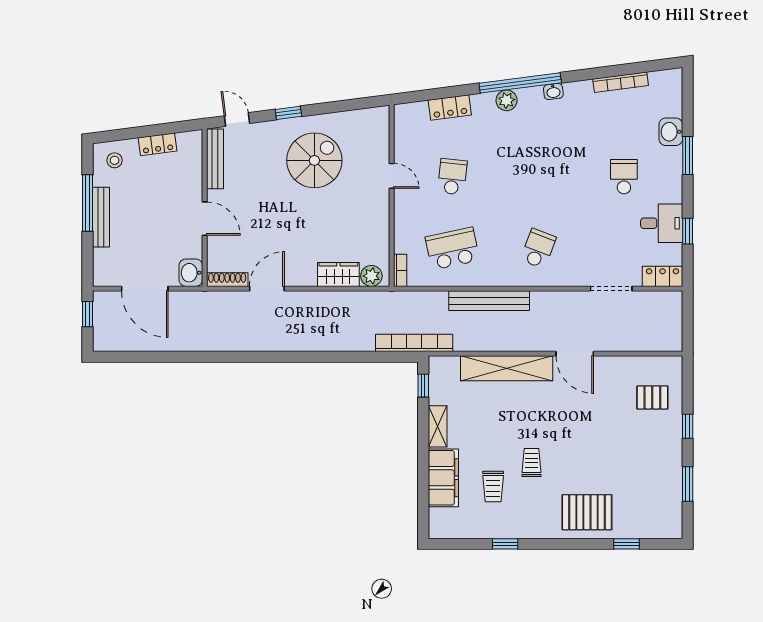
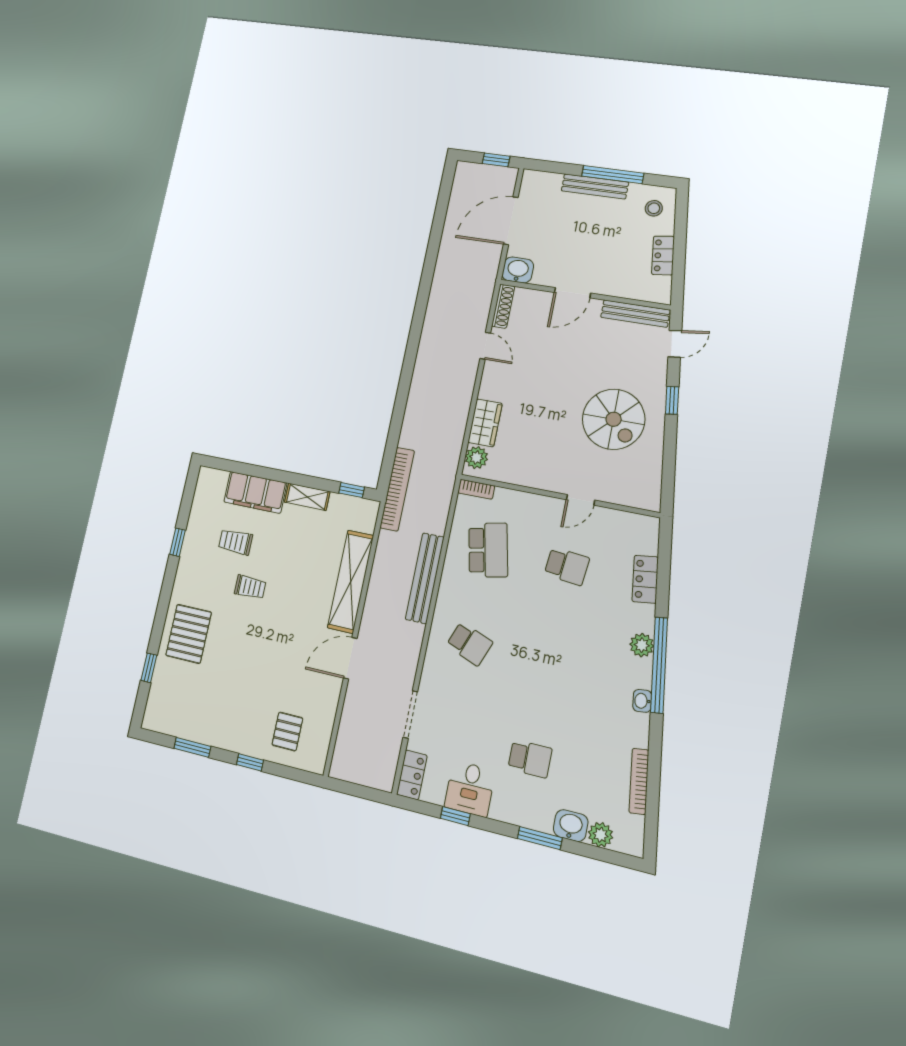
plant: (672, 106) -> (601, 835), added
door: (267, 289) -> (485, 346), width x0.73

